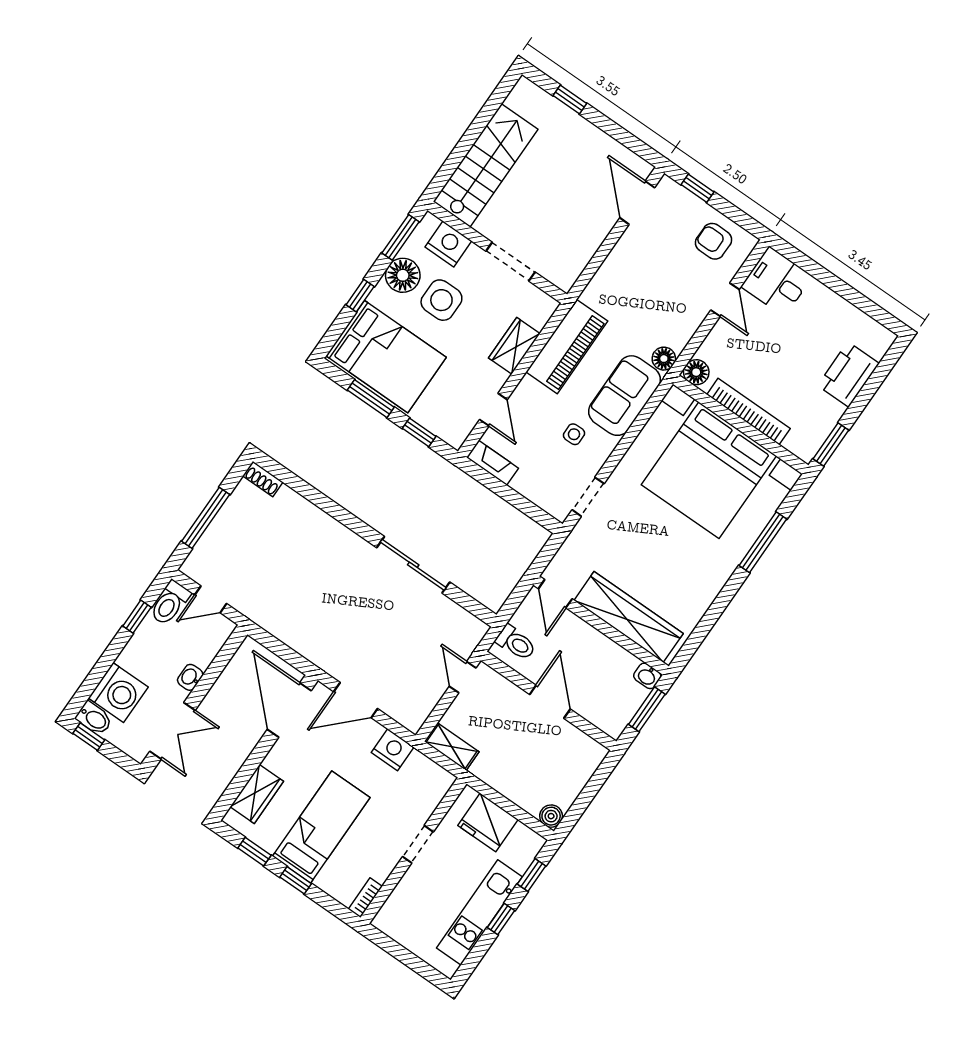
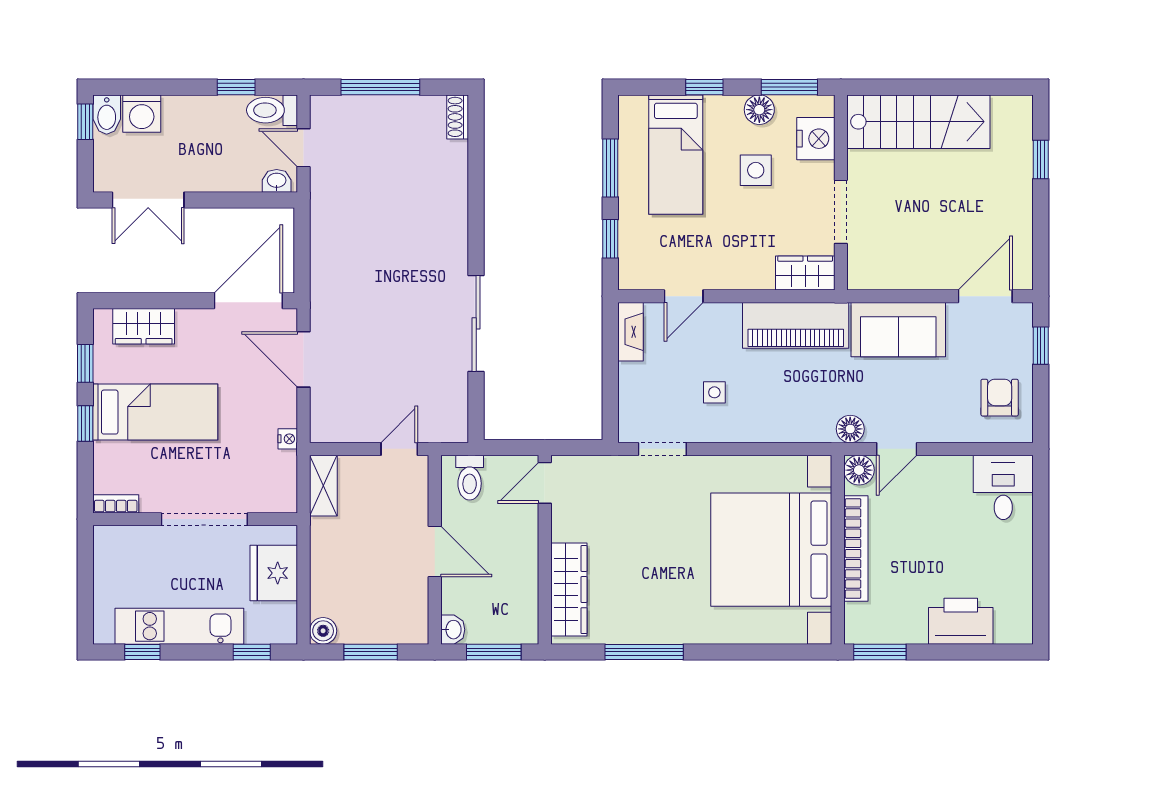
floor lamp: (403, 275) -> (759, 110), width x0.73, depth x0.73
side table: (441, 300) -> (756, 170), width x0.73, depth x0.73
door: (725, 300) -> (897, 449), moved
wardrobe: (514, 346) -> (805, 273), moved
bed: (386, 357) -> (676, 155), width x0.67
sofa: (625, 396) -> (898, 330), moved, turned 180
window: (763, 542) -> (644, 652), moved
wardrobe: (629, 617) -> (569, 590), width x0.71, depth x0.85
washbasin: (647, 676) -> (453, 630), moved, turned 180
washbasin: (190, 677) -> (277, 181), moved
washing machine: (118, 693) -> (142, 114), width x0.73, depth x0.73
door: (550, 702) -> (435, 552), hinge flipped
nightstand: (393, 750) -> (288, 439), width x0.53, depth x0.56
window: (588, 794) -> (371, 652), added
doorway: (418, 844) -> (204, 519), width x1.87
window: (501, 919) -> (142, 652), moved

